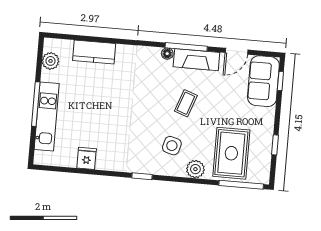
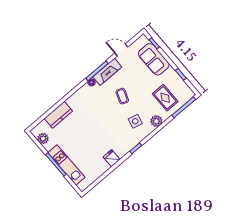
door: (237, 51) -> (121, 50), swing flipped
sofa: (263, 81) -> (154, 59), moved
rug: (231, 153) -> (165, 98), width x0.73, depth x0.70
fridge: (87, 158) -> (112, 158), moved

